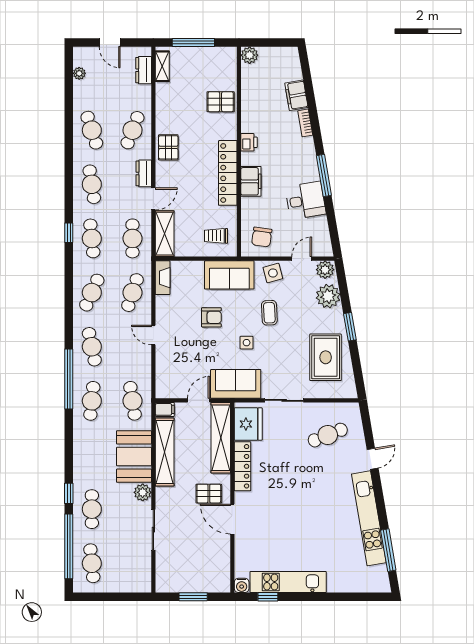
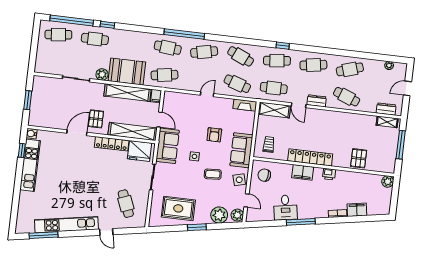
pallet: (168, 147) -> (332, 119), removed

